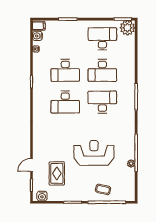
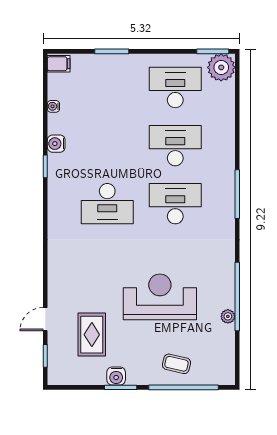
water cooler: (37, 36) -> (56, 144), moved
desk: (65, 70) -> (107, 146), removed
desk: (102, 70) -> (175, 146), turned 180
water cooler: (42, 196) -> (116, 376), moved

